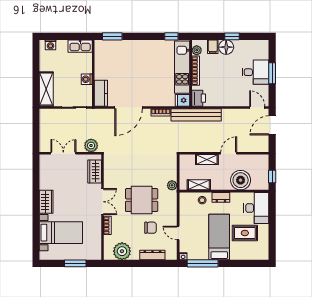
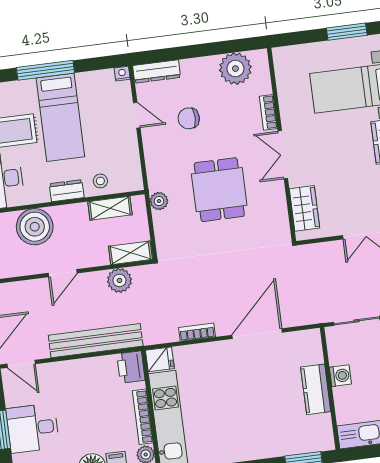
kitchen counter: (101, 93) -> (316, 389), moved
bench: (196, 115) -> (96, 341), moved
plant: (91, 145) -> (119, 280), moved
shelving: (207, 160) -> (130, 253), moved
dining table: (142, 200) -> (219, 190), moved, turned 90
dresser: (152, 255) -> (157, 71), moved
window: (75, 263) -> (347, 32), moved
window: (203, 263) -> (45, 70), moved

